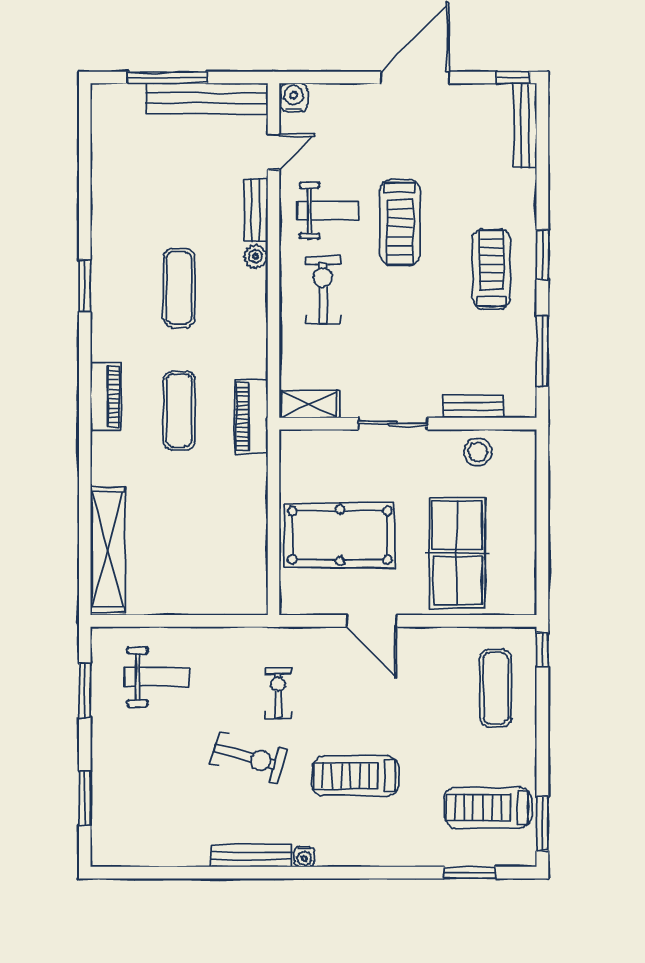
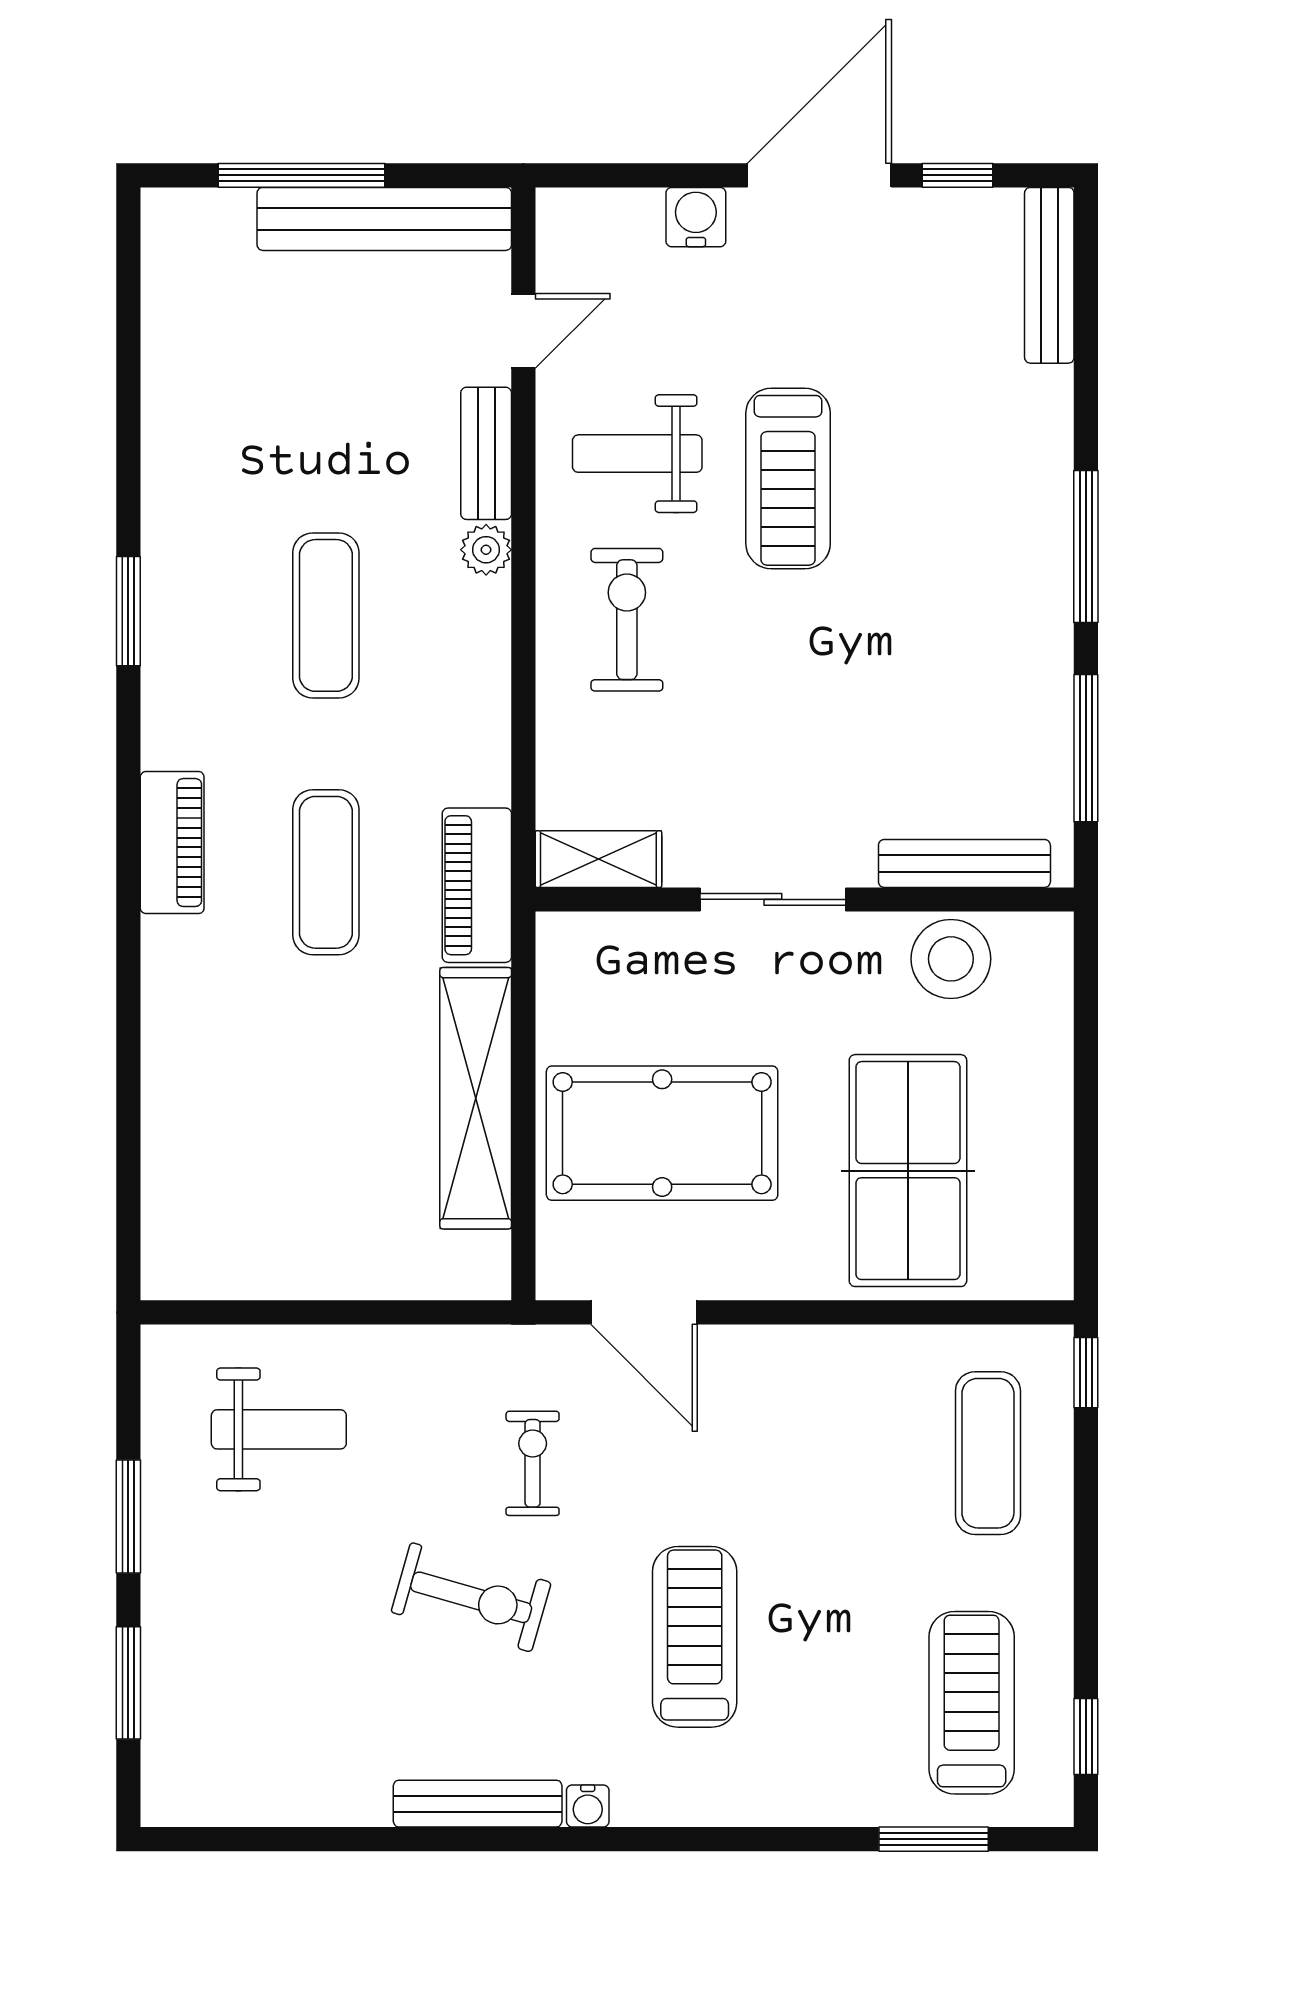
window: (513, 78) -> (957, 175), moved
water cooler: (293, 97) -> (696, 217), moved
weight bench: (328, 211) -> (637, 454), turned 180
window: (542, 255) -> (1086, 547), width x1.44
treadmill: (491, 269) -> (979, 576), removed
bench: (473, 406) -> (964, 863), width x1.36
stool: (478, 452) -> (951, 959), width x1.38, depth x1.38
shelving: (108, 550) -> (476, 1098), moved
door: (372, 621) -> (644, 1312), moved
window: (85, 691) -> (128, 1516), moved
treadmill: (355, 776) -> (695, 1637), turned 90
treadmill: (488, 807) -> (972, 1703), turned 90
window: (542, 824) -> (1086, 1737), width x0.67

